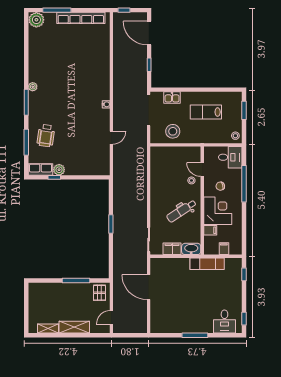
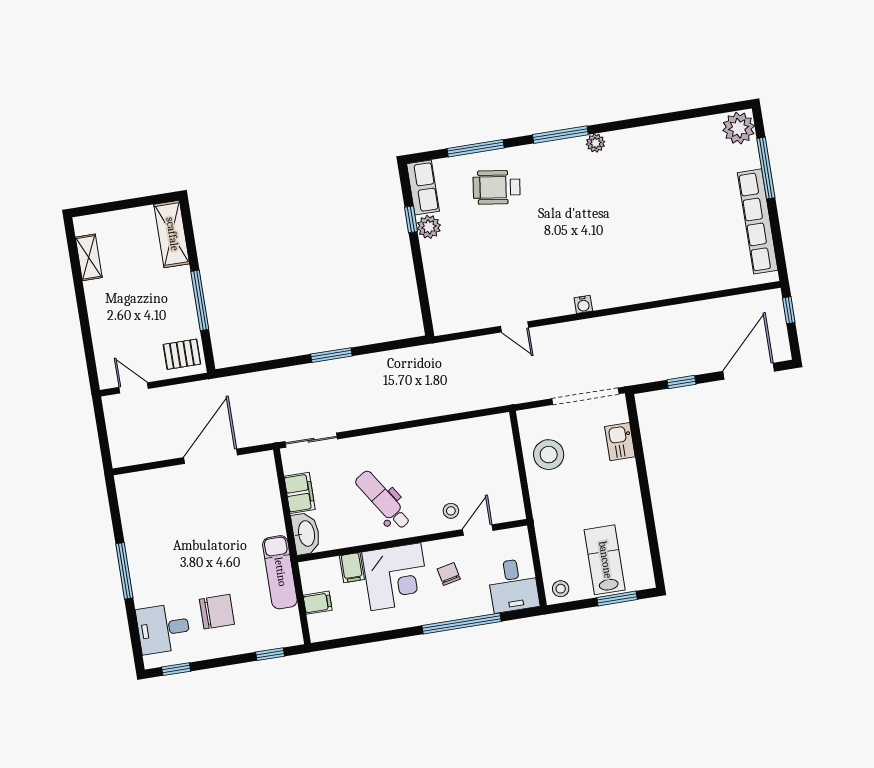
lab bench: (206, 112) -> (605, 560), moved
chair: (221, 296) -> (217, 612), added
shelving: (74, 327) -> (172, 234), moved

